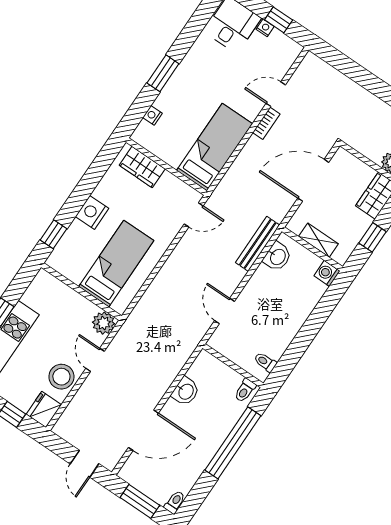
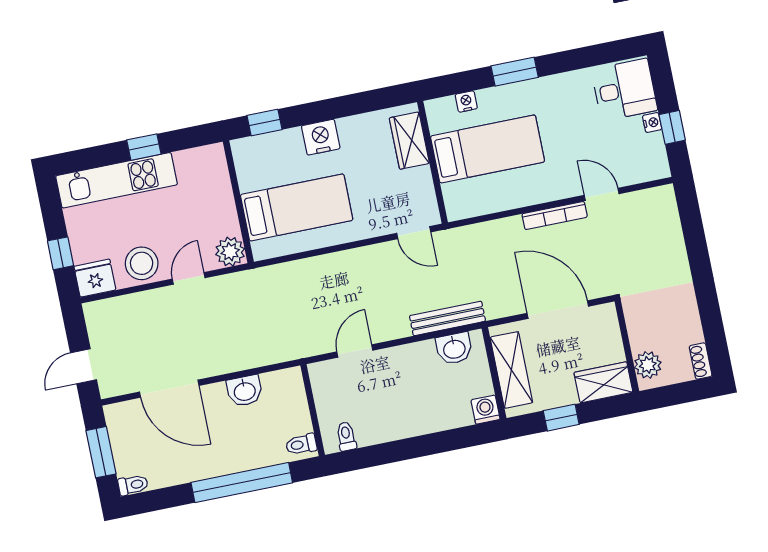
bookcase: (266, 123) -> (555, 215), width x1.56
bed: (215, 147) -> (488, 149), moved
shelving: (318, 240) -> (511, 370), width x1.50, depth x1.33

